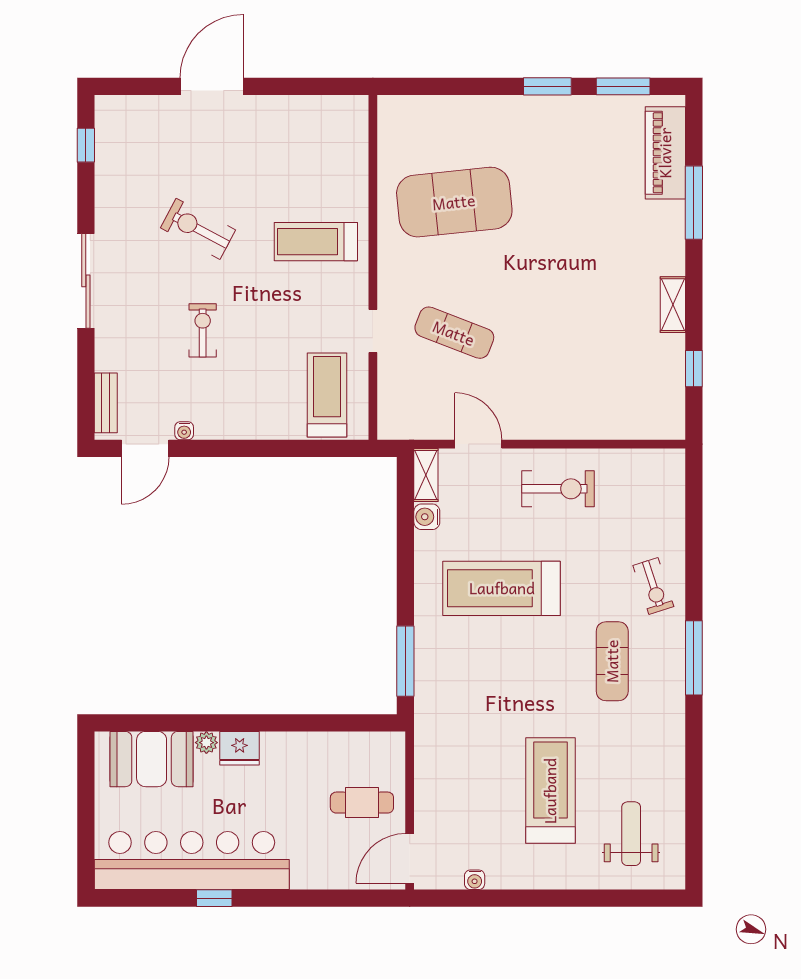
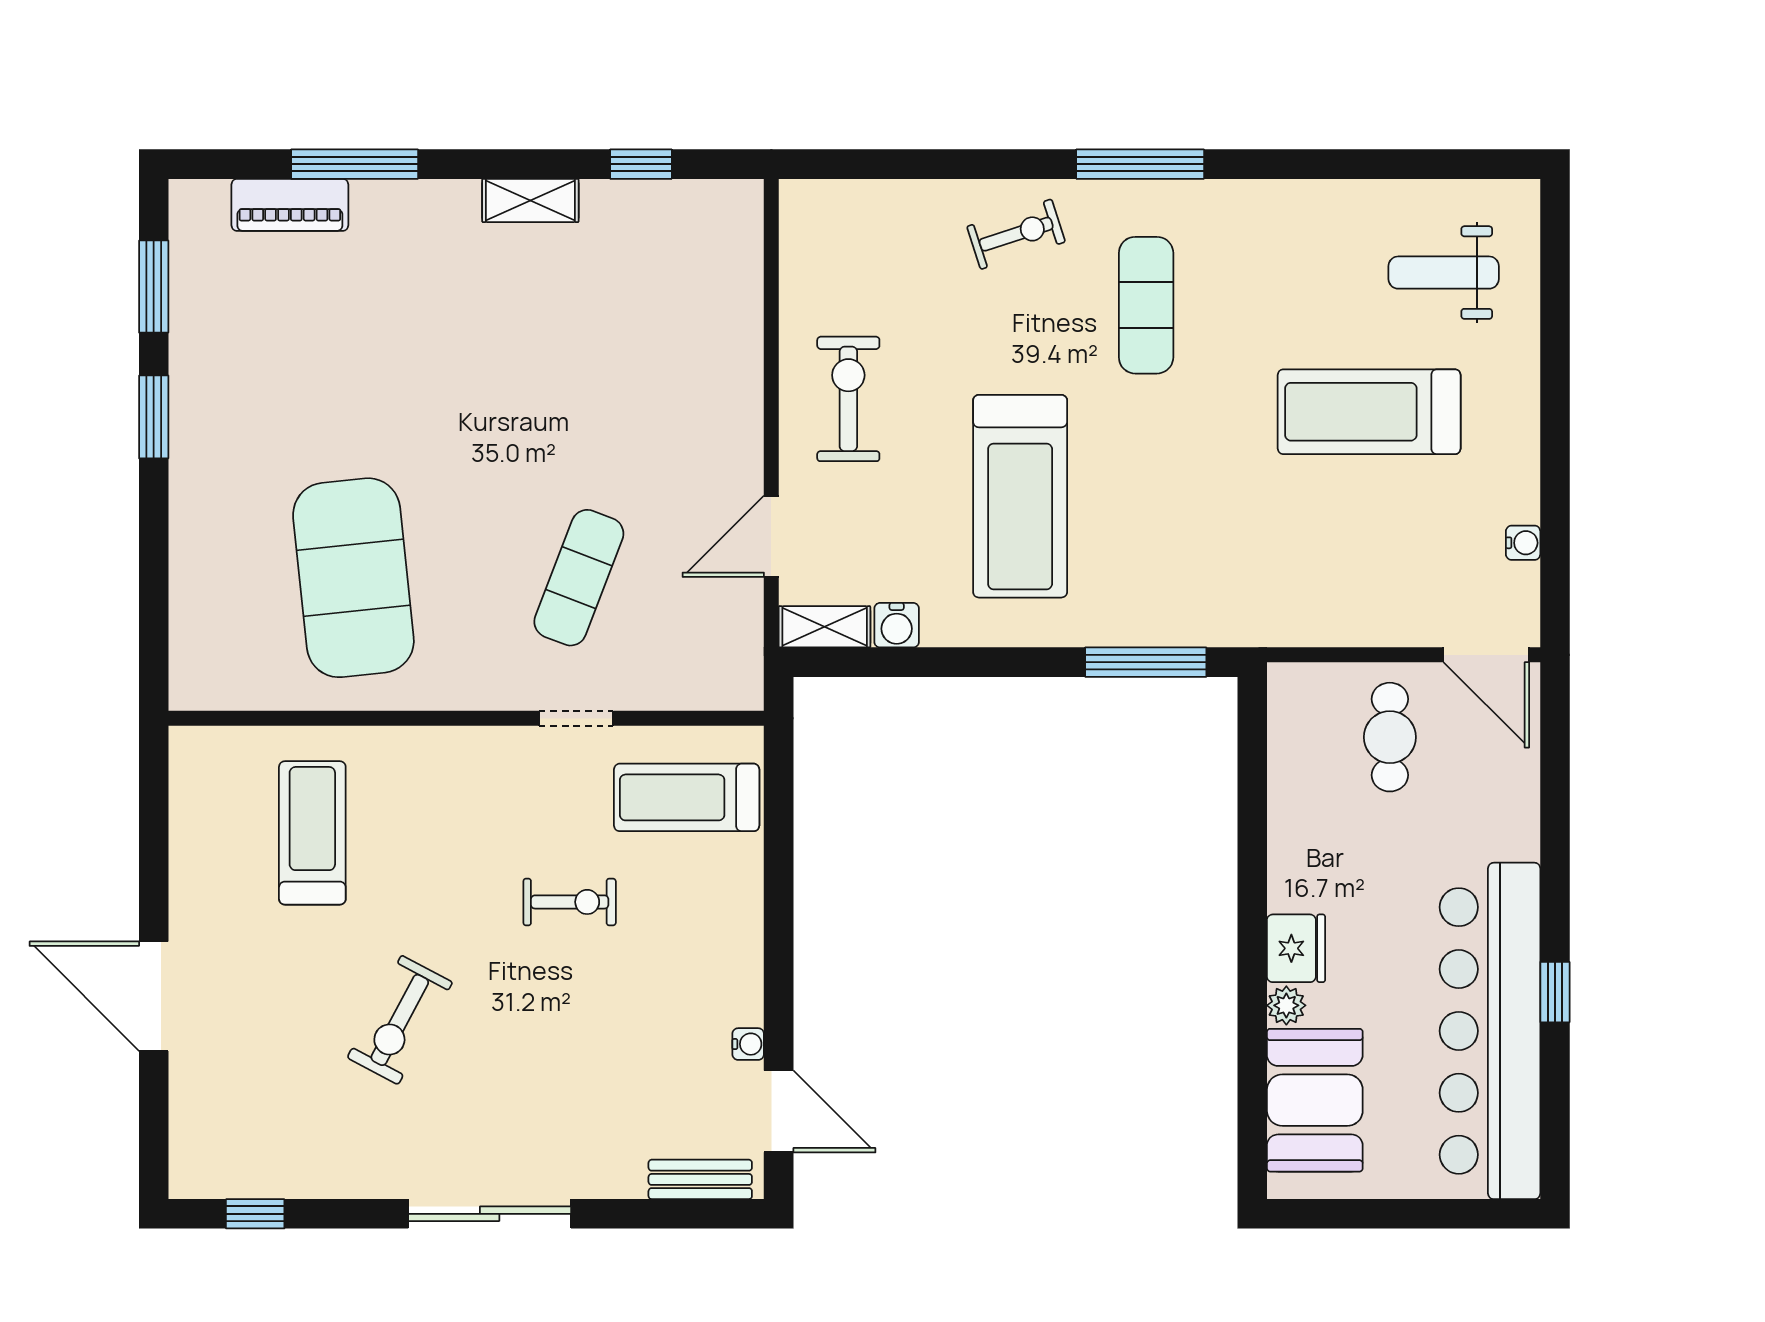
piano: (665, 153) -> (290, 205), width x0.73, depth x0.75
treadmill: (316, 242) -> (312, 833), moved, turned 180
exercise bike: (203, 330) -> (570, 902), moved, turned 180
exercise mat: (612, 661) -> (1146, 305), turned 90

